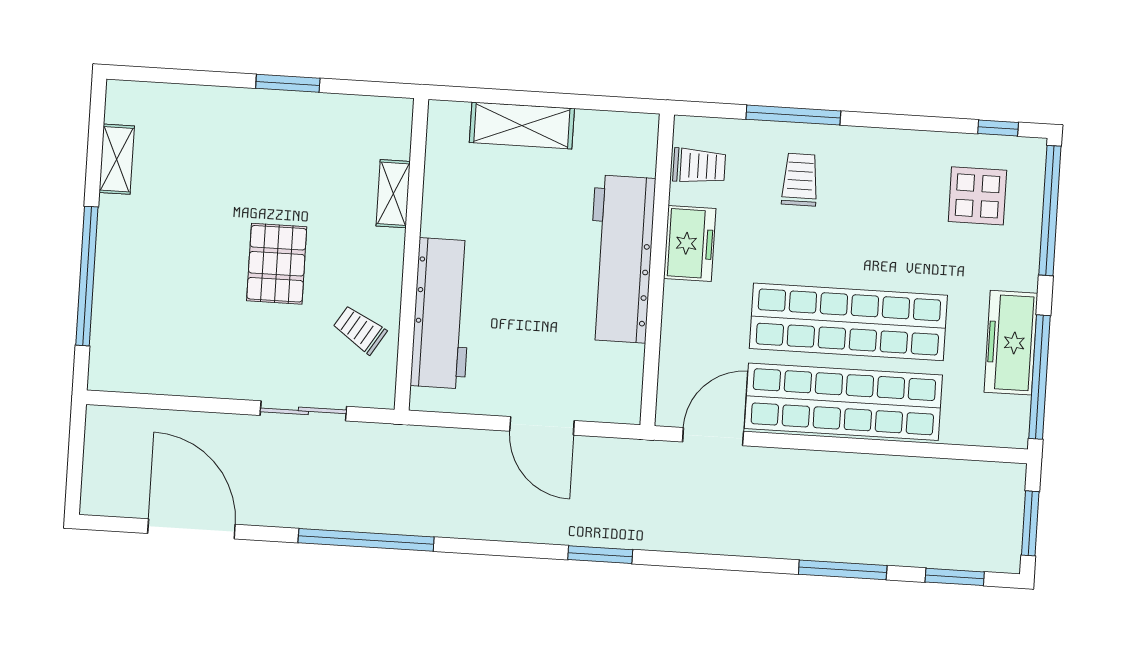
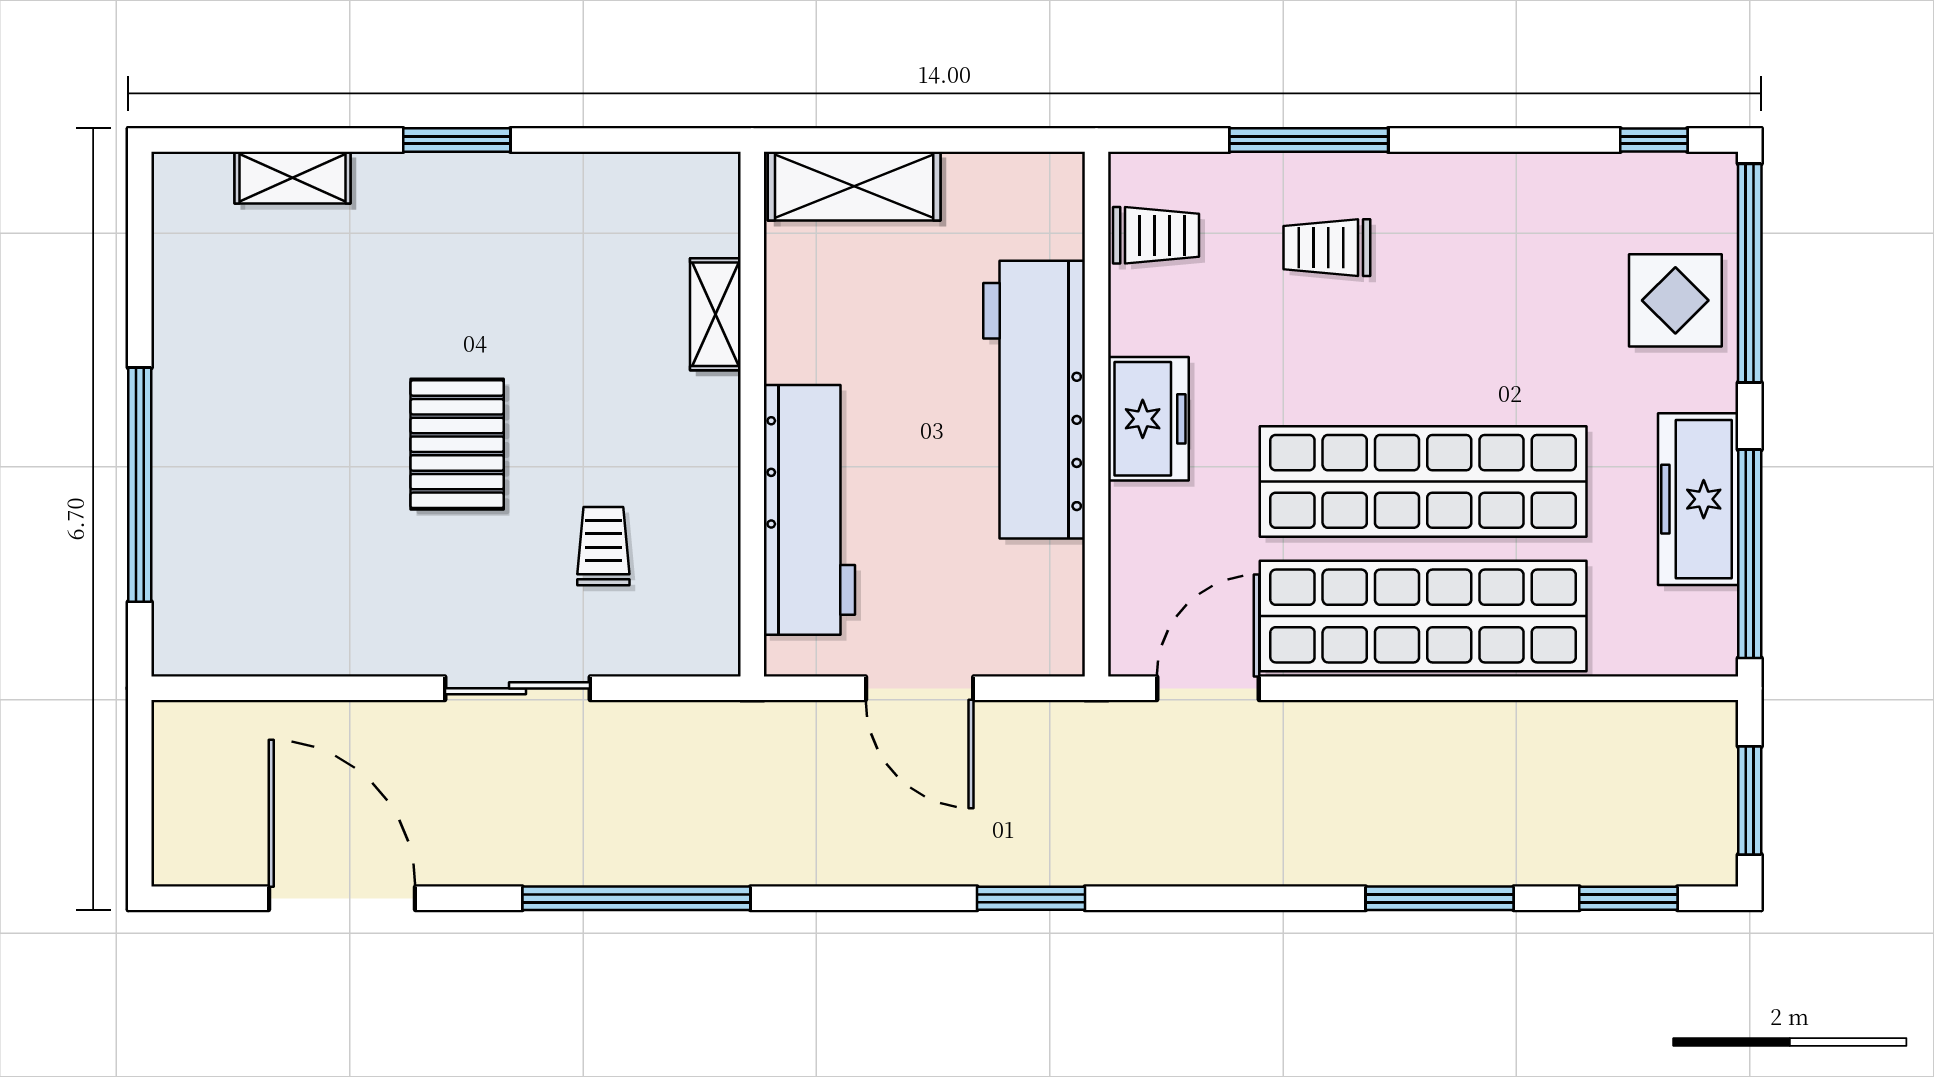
shelving: (117, 159) -> (293, 178), moved, turned 90
trolley: (800, 180) -> (1327, 248), turned -90
shelving: (393, 194) -> (715, 314), moved
display table: (977, 196) -> (1675, 300), moved
freezer: (690, 243) -> (1148, 419), moved
wall: (411, 254) -> (752, 414), moved
workbench: (442, 313) -> (809, 510), moved
trolley: (360, 330) -> (603, 546), turned 58

